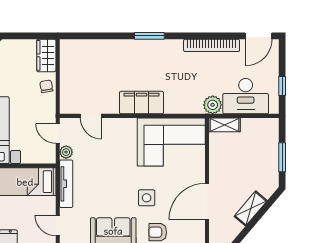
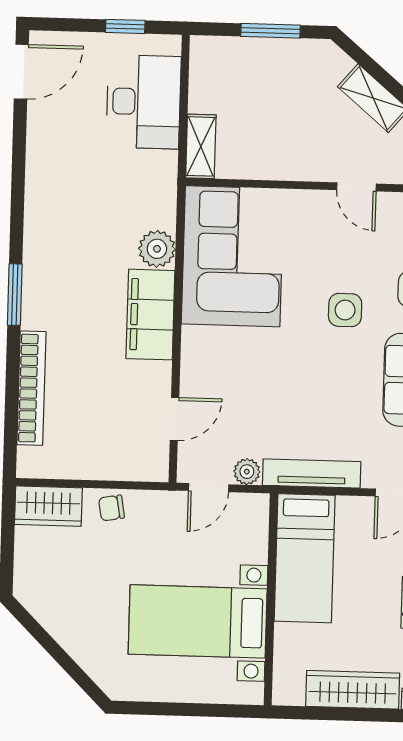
door: (259, 36) -> (21, 72), hinge flipped
bookcase: (212, 45) -> (31, 388), moved
plant: (213, 105) -> (157, 249), moved
door: (207, 202) -> (356, 187), width x0.53

